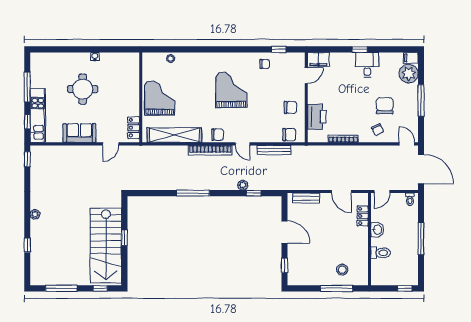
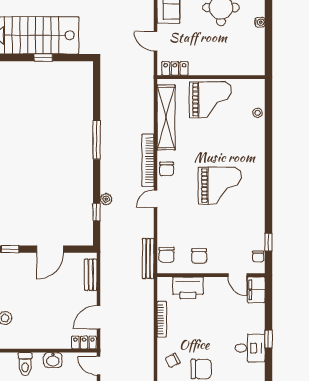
chair: (265, 64) -> (258, 256), moved
bench: (274, 150) -> (148, 259), moved
locker: (363, 216) -> (84, 343), moved

